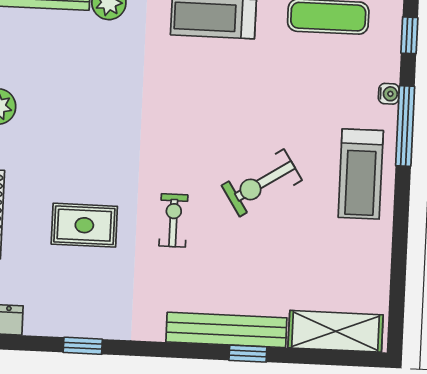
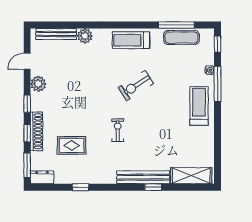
treadmill: (361, 174) -> (199, 106), turned 180
exercise bike: (262, 183) -> (136, 86), moved
rug: (84, 225) -> (72, 145), moved

